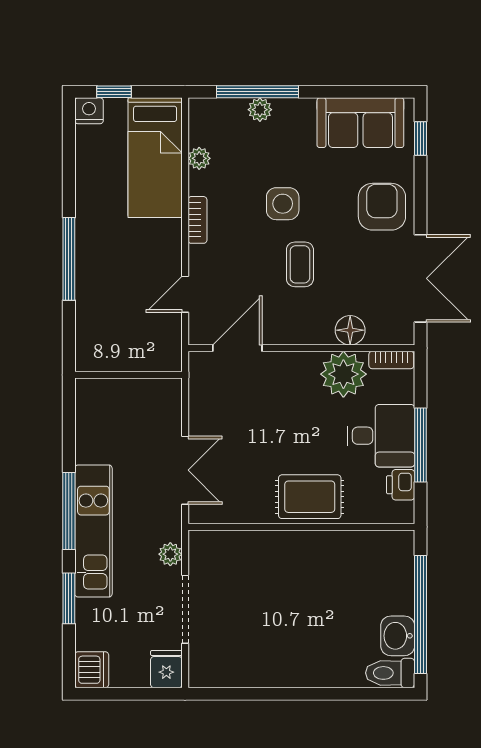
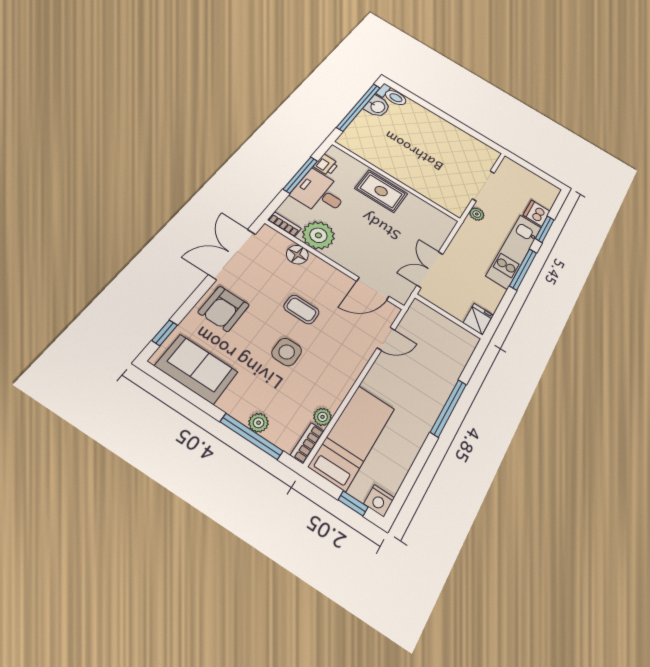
bookcase: (197, 220) -> (307, 443), moved
coffee table: (300, 264) -> (301, 309), turned 90
double door: (185, 470) -> (430, 270), moved
fridge: (166, 669) -> (478, 319), moved, turned 180
dishwasher: (92, 670) -> (537, 213), moved

